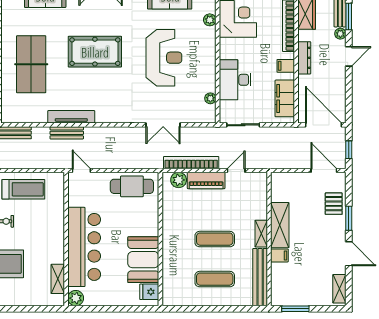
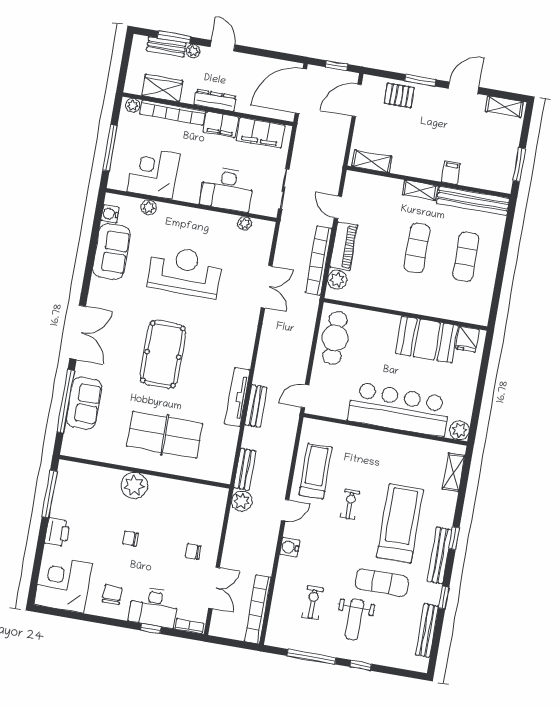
filing cabinet: (286, 66) -> (221, 125), width x2.00
shelving: (280, 225) -> (372, 161), moved, width x0.67, depth x0.75
shelving: (58, 279) -> (454, 472), moved, turned 90

